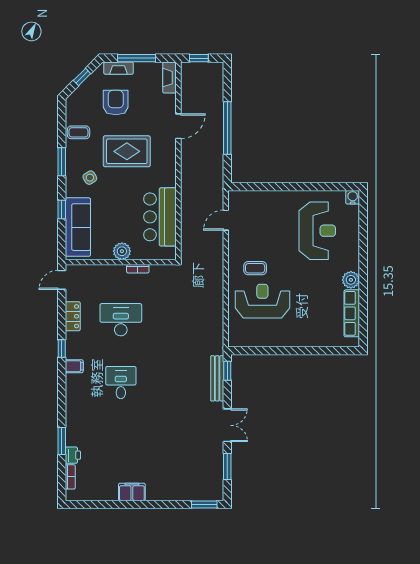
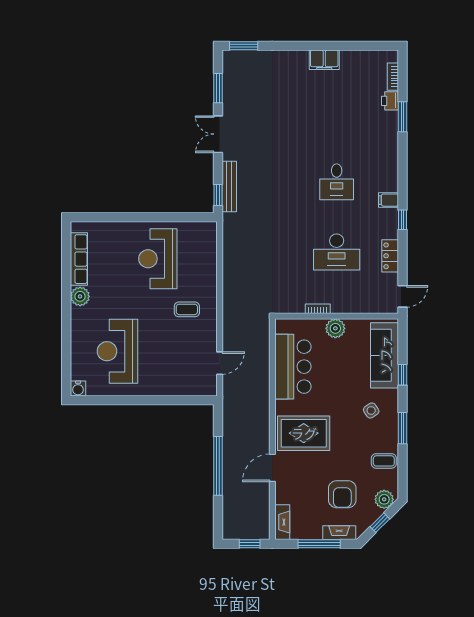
plant: (78, 98) -> (384, 499), added
rug: (127, 151) -> (304, 433), moved
reception desk: (262, 301) -> (158, 259), moved, turned 90

